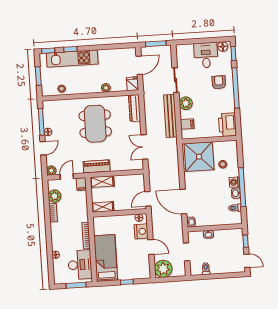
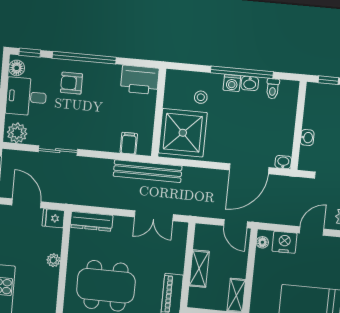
plant: (186, 103) -> (17, 133), moved
bench: (170, 116) -> (148, 171), moved
shelving: (102, 182) -> (199, 269), moved

